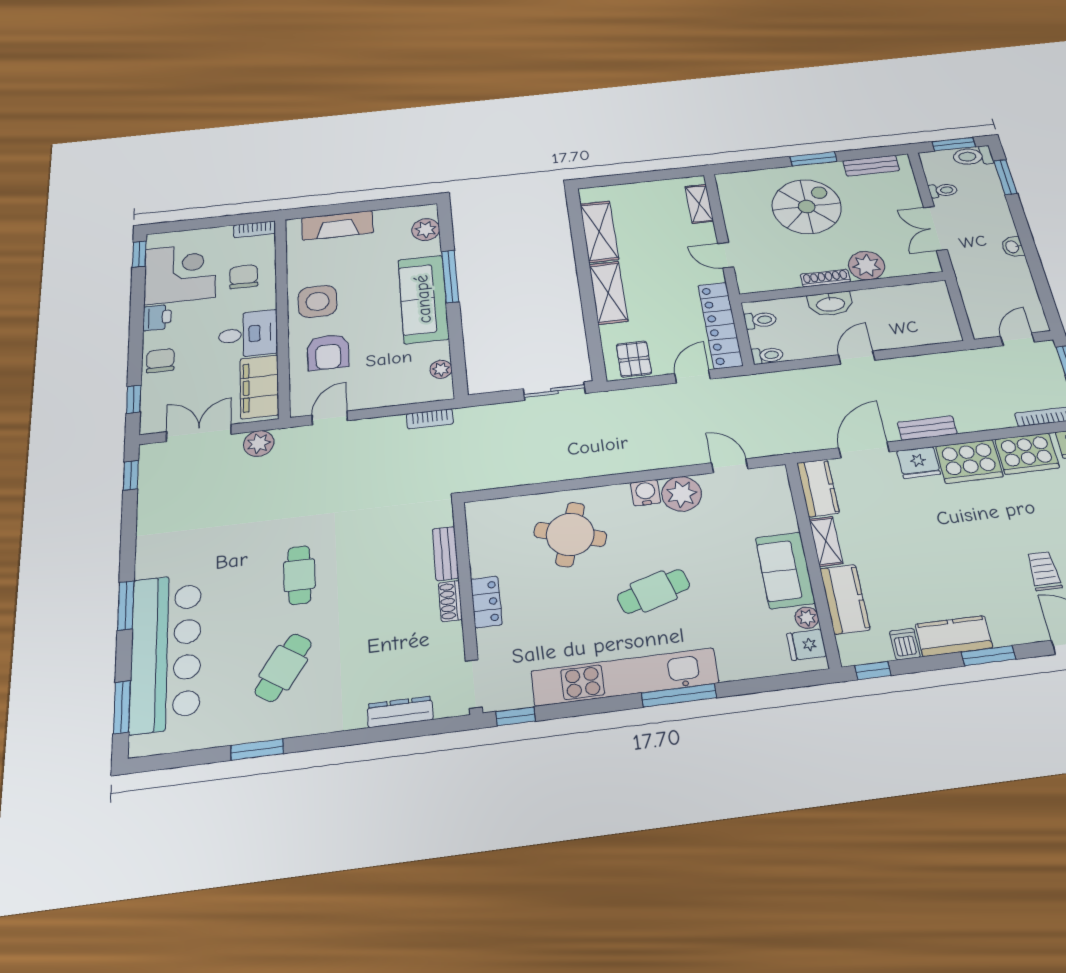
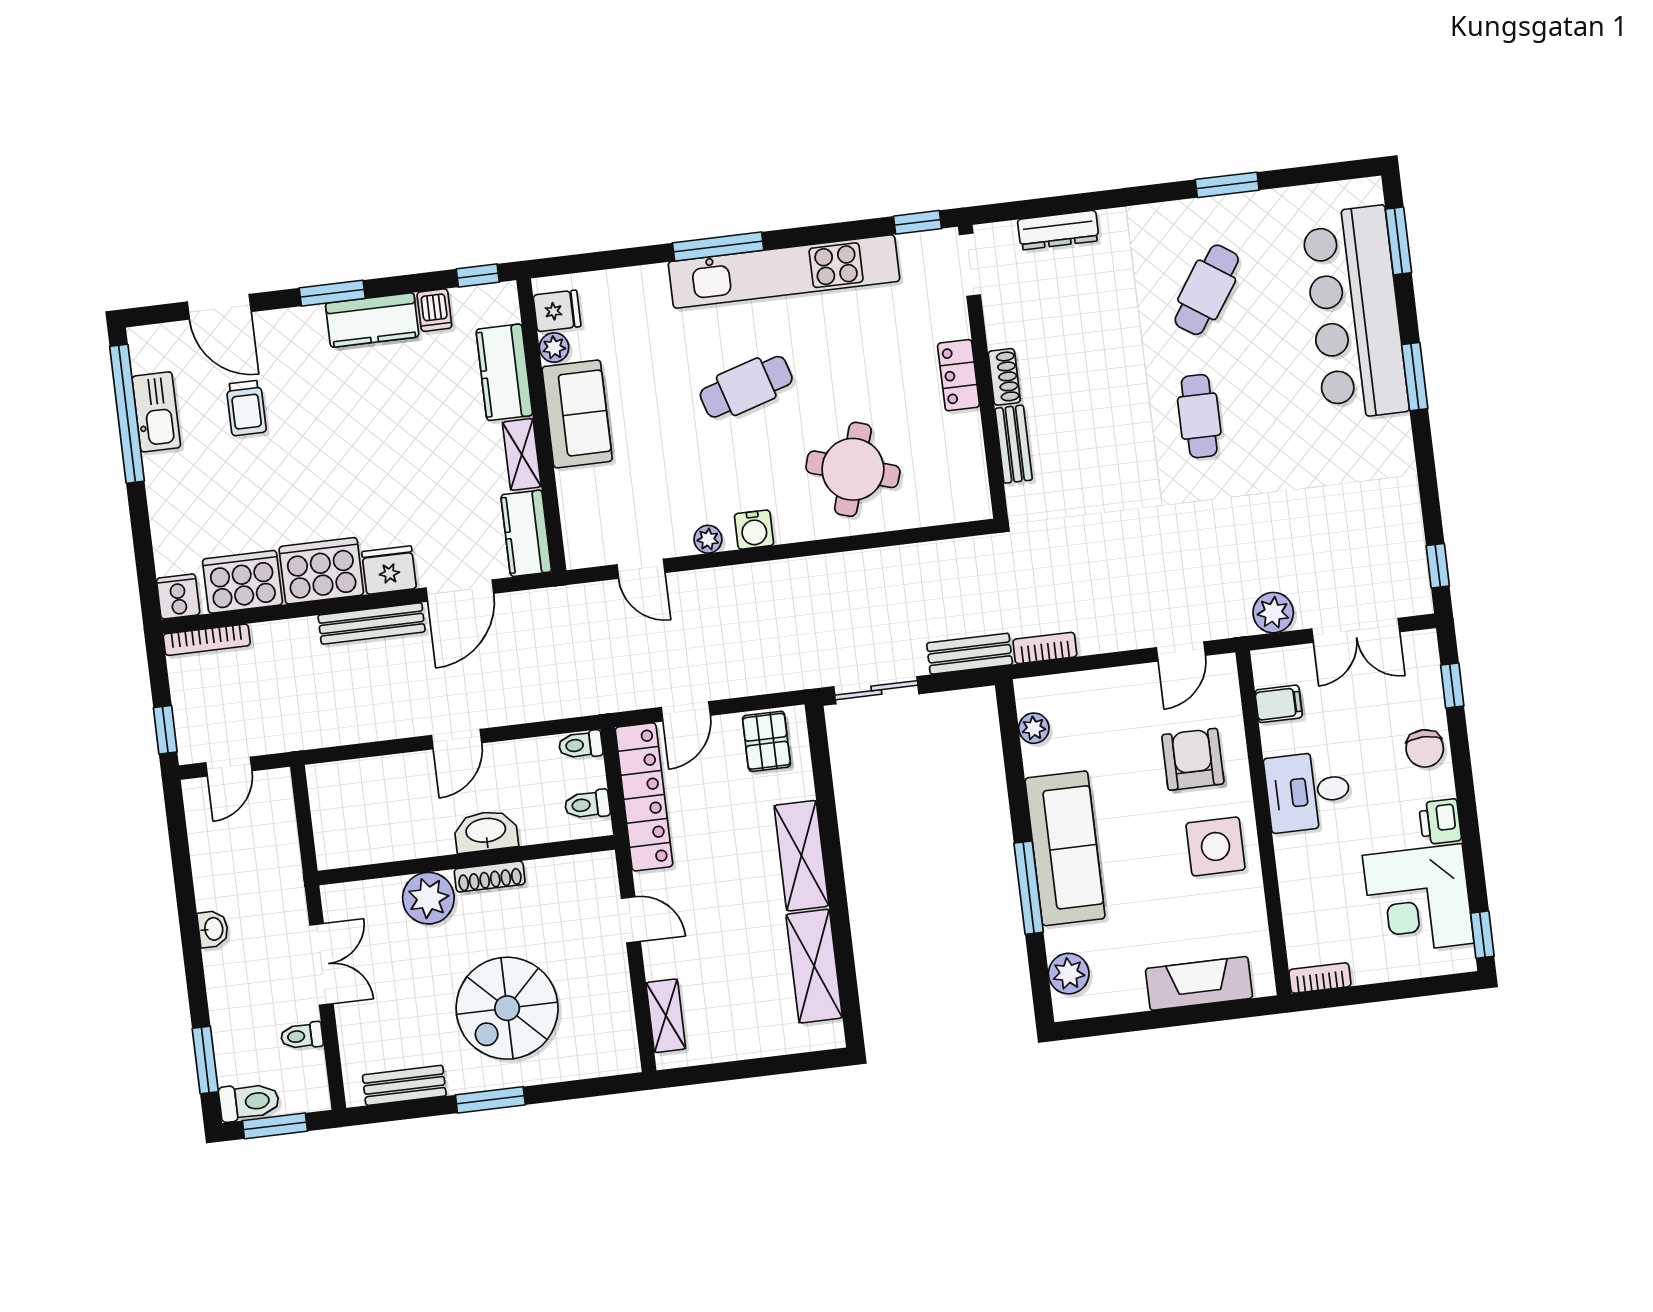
chair: (244, 277) -> (1326, 892), removed
filing cabinet: (259, 387) -> (1279, 704), width x0.33, depth x0.86
bench: (485, 415) -> (970, 654), added
bench: (927, 428) -> (372, 623), width x1.36
plant: (682, 494) -> (708, 539), width x0.53, depth x0.53

